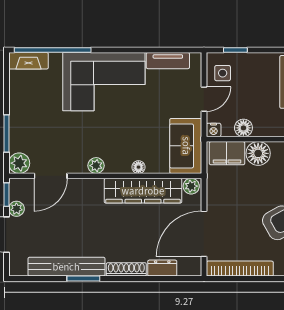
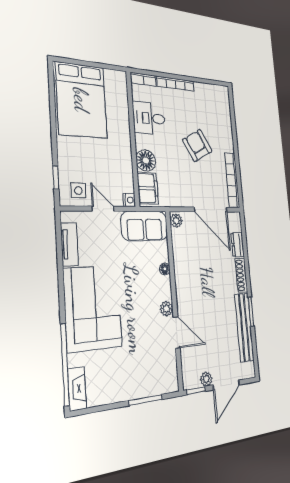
floor lamp: (243, 128) -> (126, 173), removed
plant: (19, 163) -> (170, 383), removed
door: (51, 176) -> (177, 332), moved
wardrobe: (143, 191) -> (183, 264), removed

